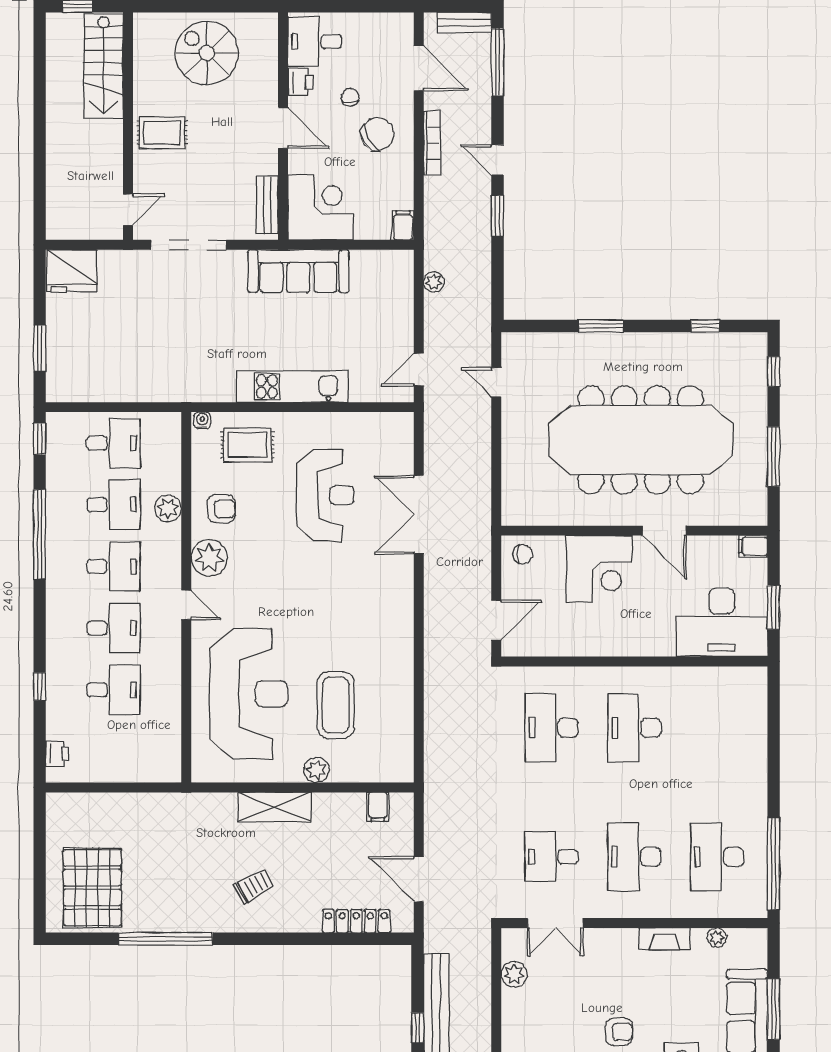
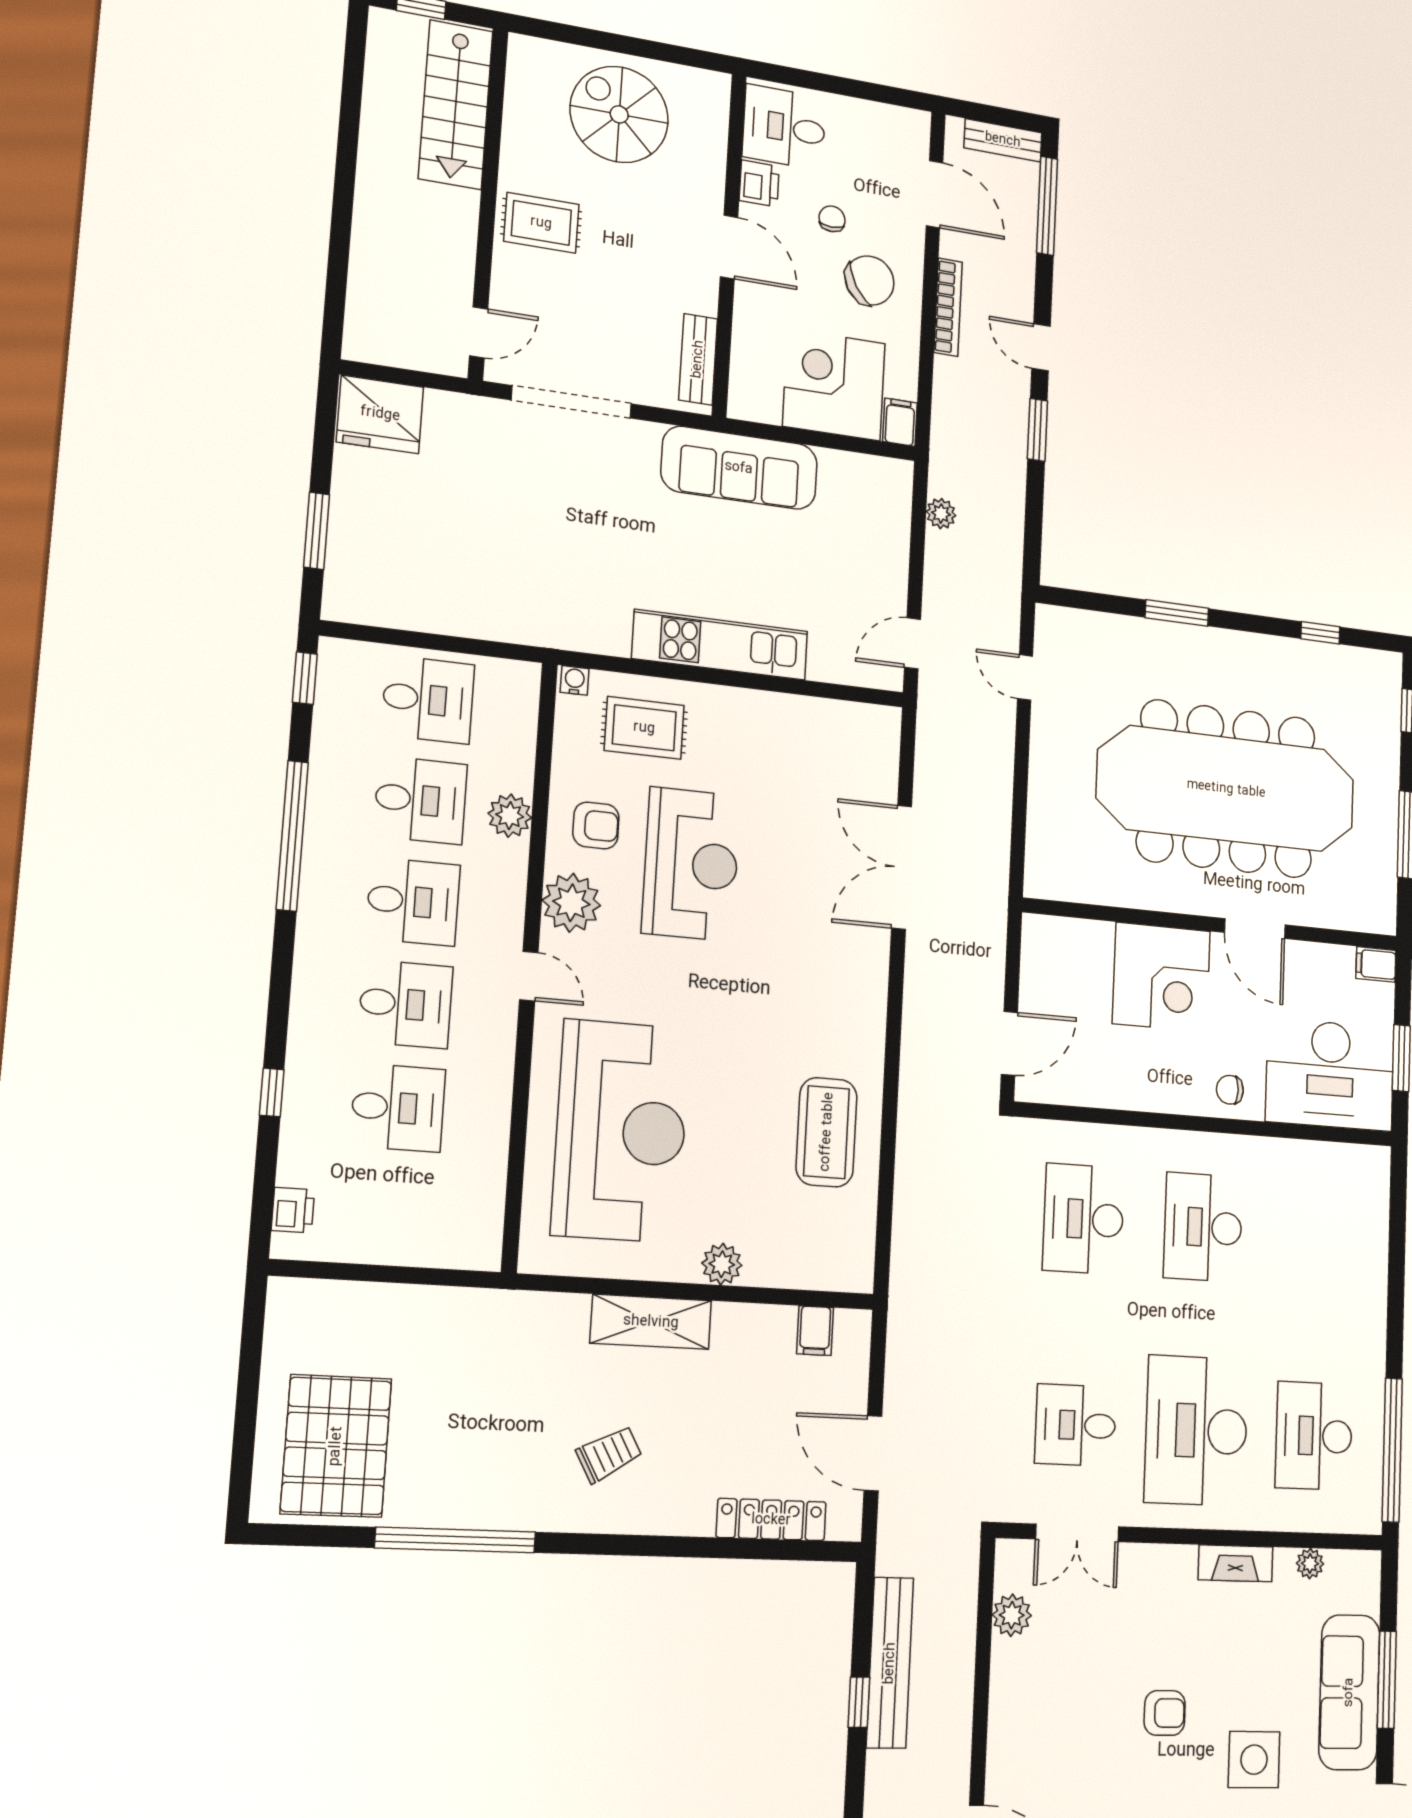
corner desk: (321, 207) -> (834, 385), moved, turned -90
reception desk: (325, 495) -> (691, 864), moved
chair: (523, 554) -> (1230, 1090), moved, turned 180
coffee table: (336, 705) -> (827, 1132), moved
desk: (634, 857) -> (1196, 1431), width x1.36, depth x1.30

